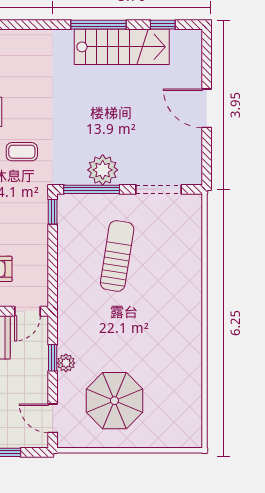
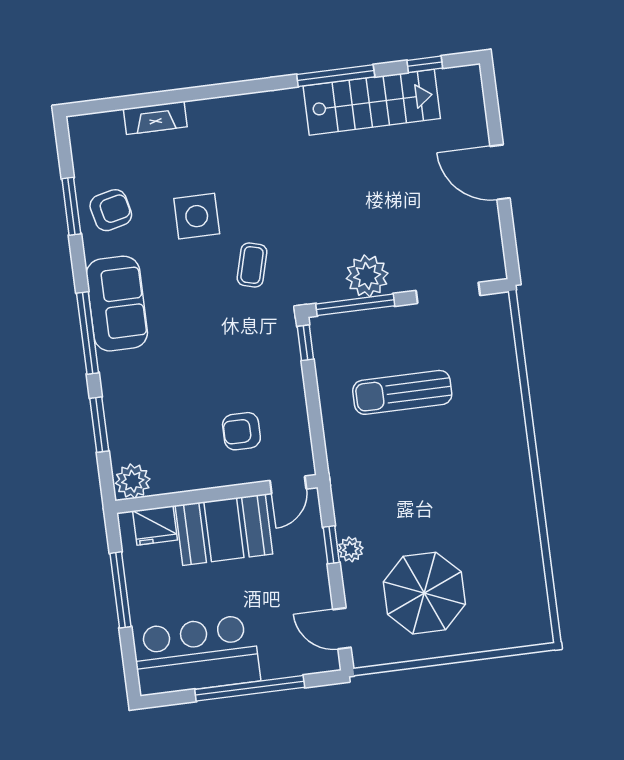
coffee table: (22, 152) -> (252, 265), turned -75
sun lounger: (117, 256) -> (402, 392), turned -99

